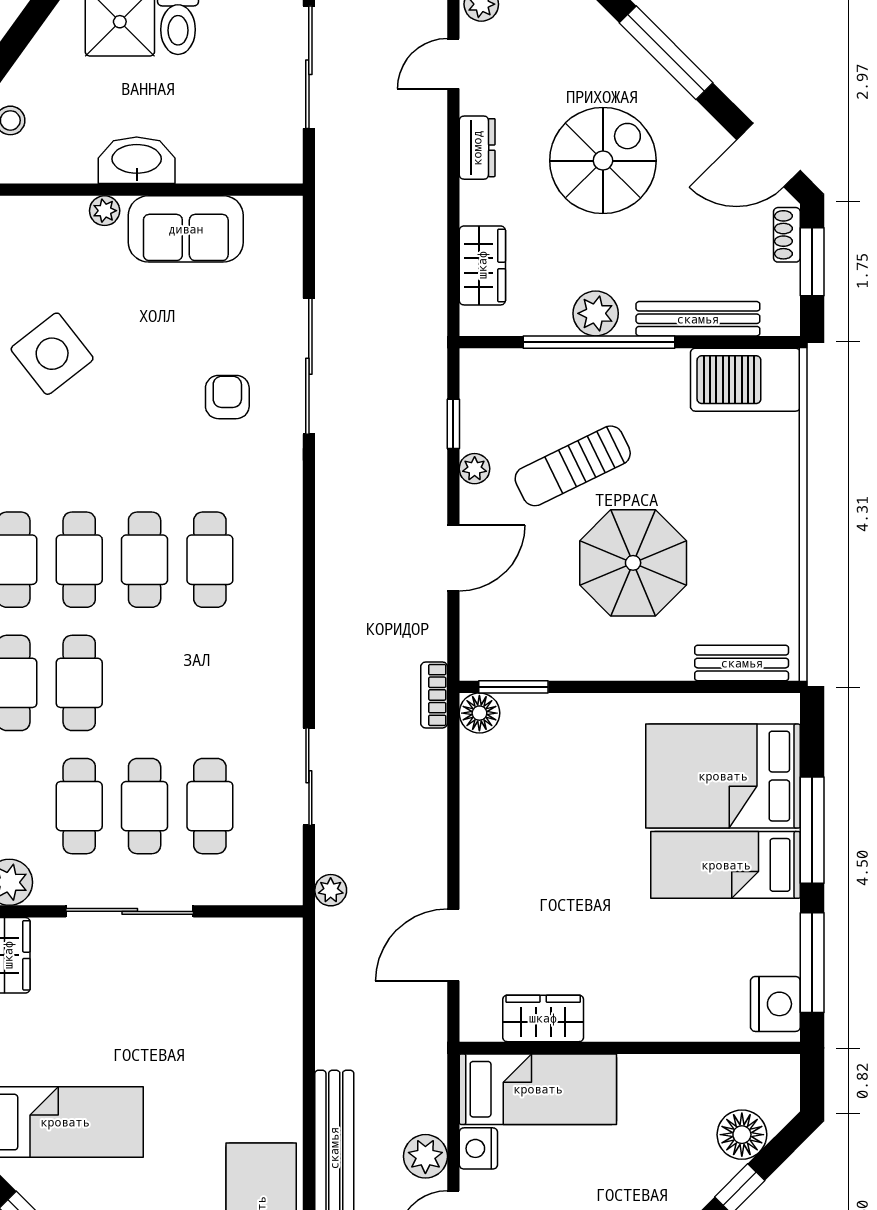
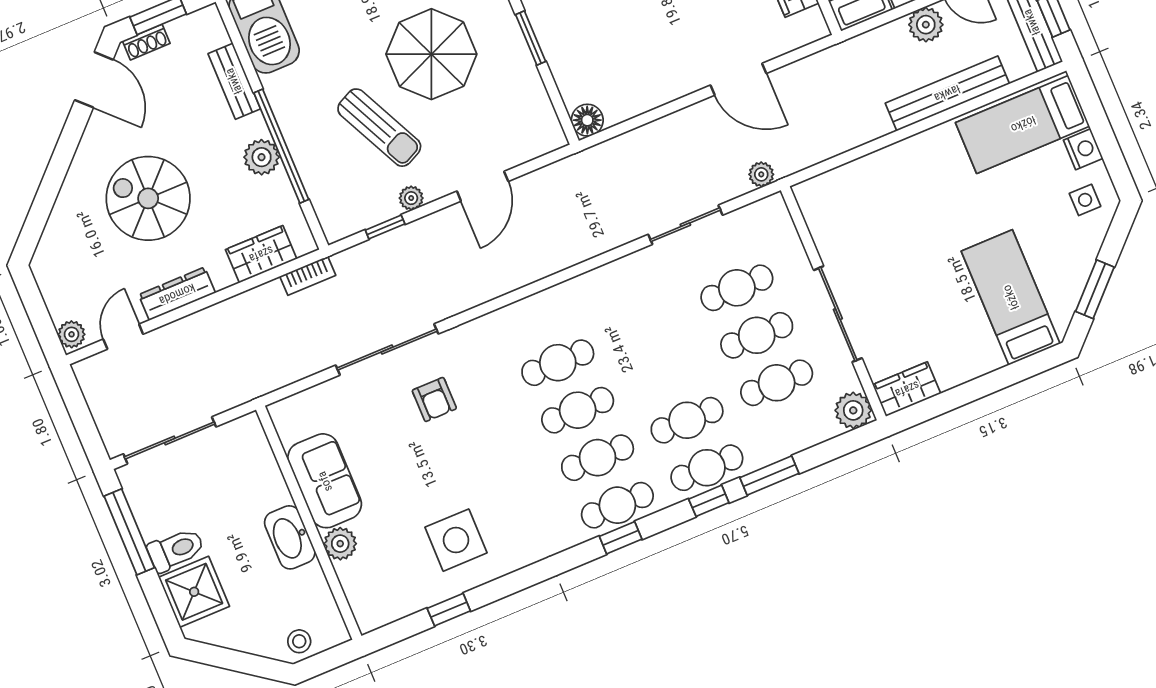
window: (666, 53) -> (51, 185), removed
door: (453, 64) -> (123, 337), swing flipped
dresser: (477, 148) -> (177, 294), width x1.44
plant: (105, 211) -> (340, 544), width x1.38, depth x1.38
bench: (698, 319) -> (234, 81), width x0.73
side table: (52, 354) -> (456, 540), turned 38
armchair: (227, 397) -> (434, 399), turned -90
door: (453, 558) -> (483, 186), swing flipped
window: (513, 687) -> (531, 38), moved
bookcase: (434, 695) -> (308, 276), moved
door: (453, 945) -> (738, 79), moved

